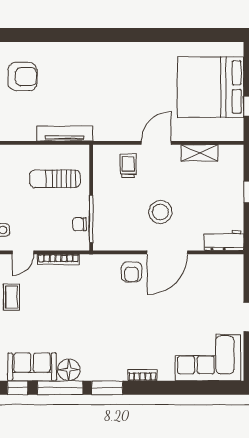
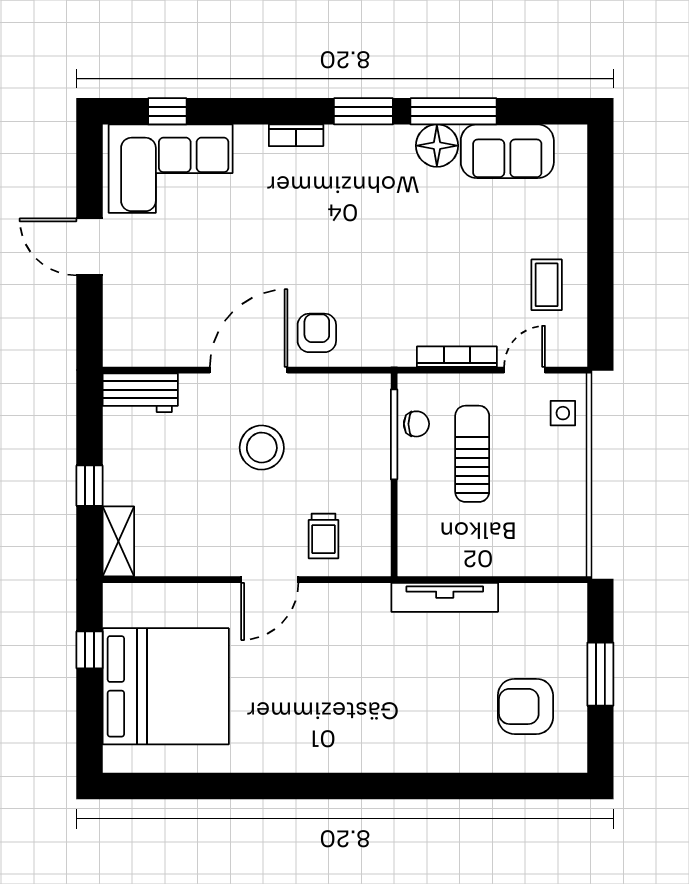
shelving: (200, 153) -> (118, 541), moved, turned 90
sun lounger: (55, 179) -> (472, 454), moved, turned -90
window: (18, 388) -> (167, 111), moved

